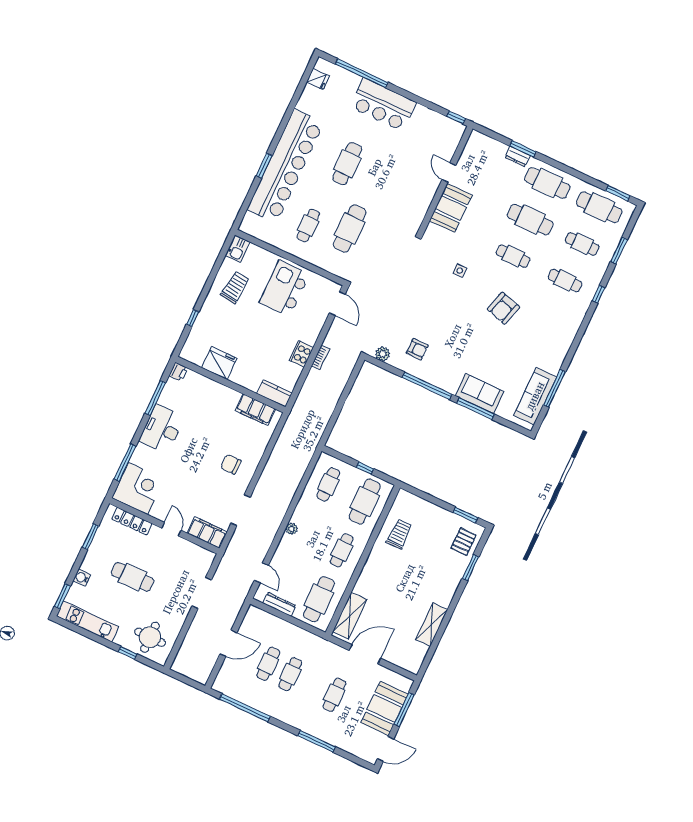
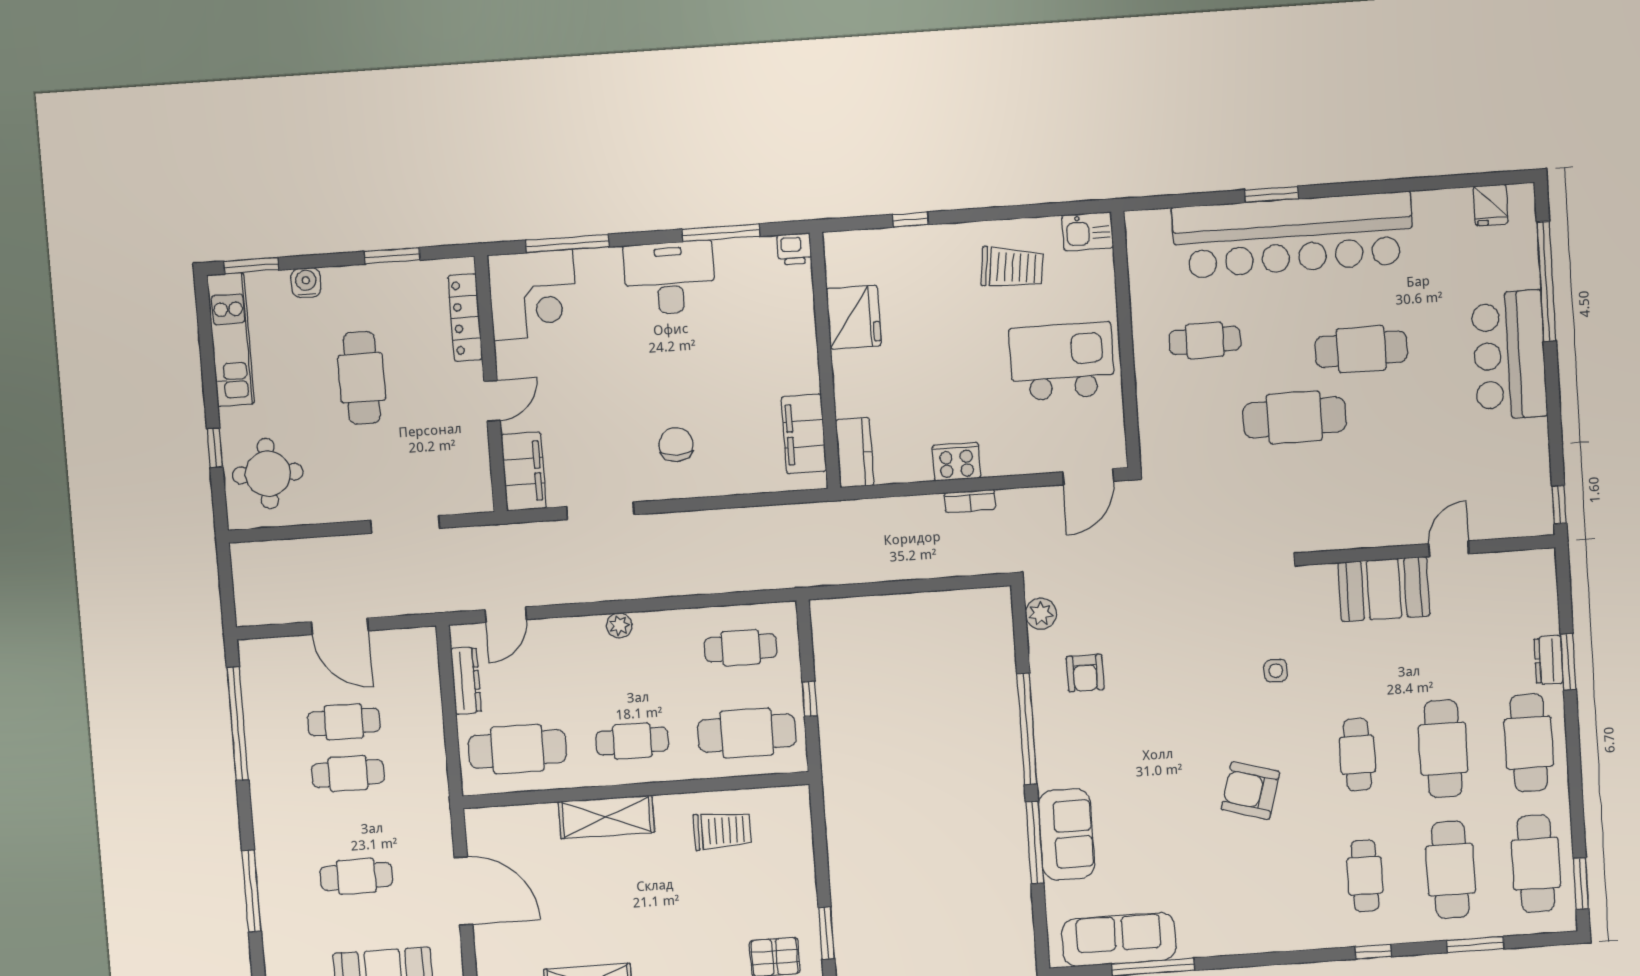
cafe table: (350, 228) -> (1294, 417), moved
cafe table: (582, 244) -> (1450, 870), width x1.37, depth x1.35
shelving: (350, 616) -> (606, 817), moved

